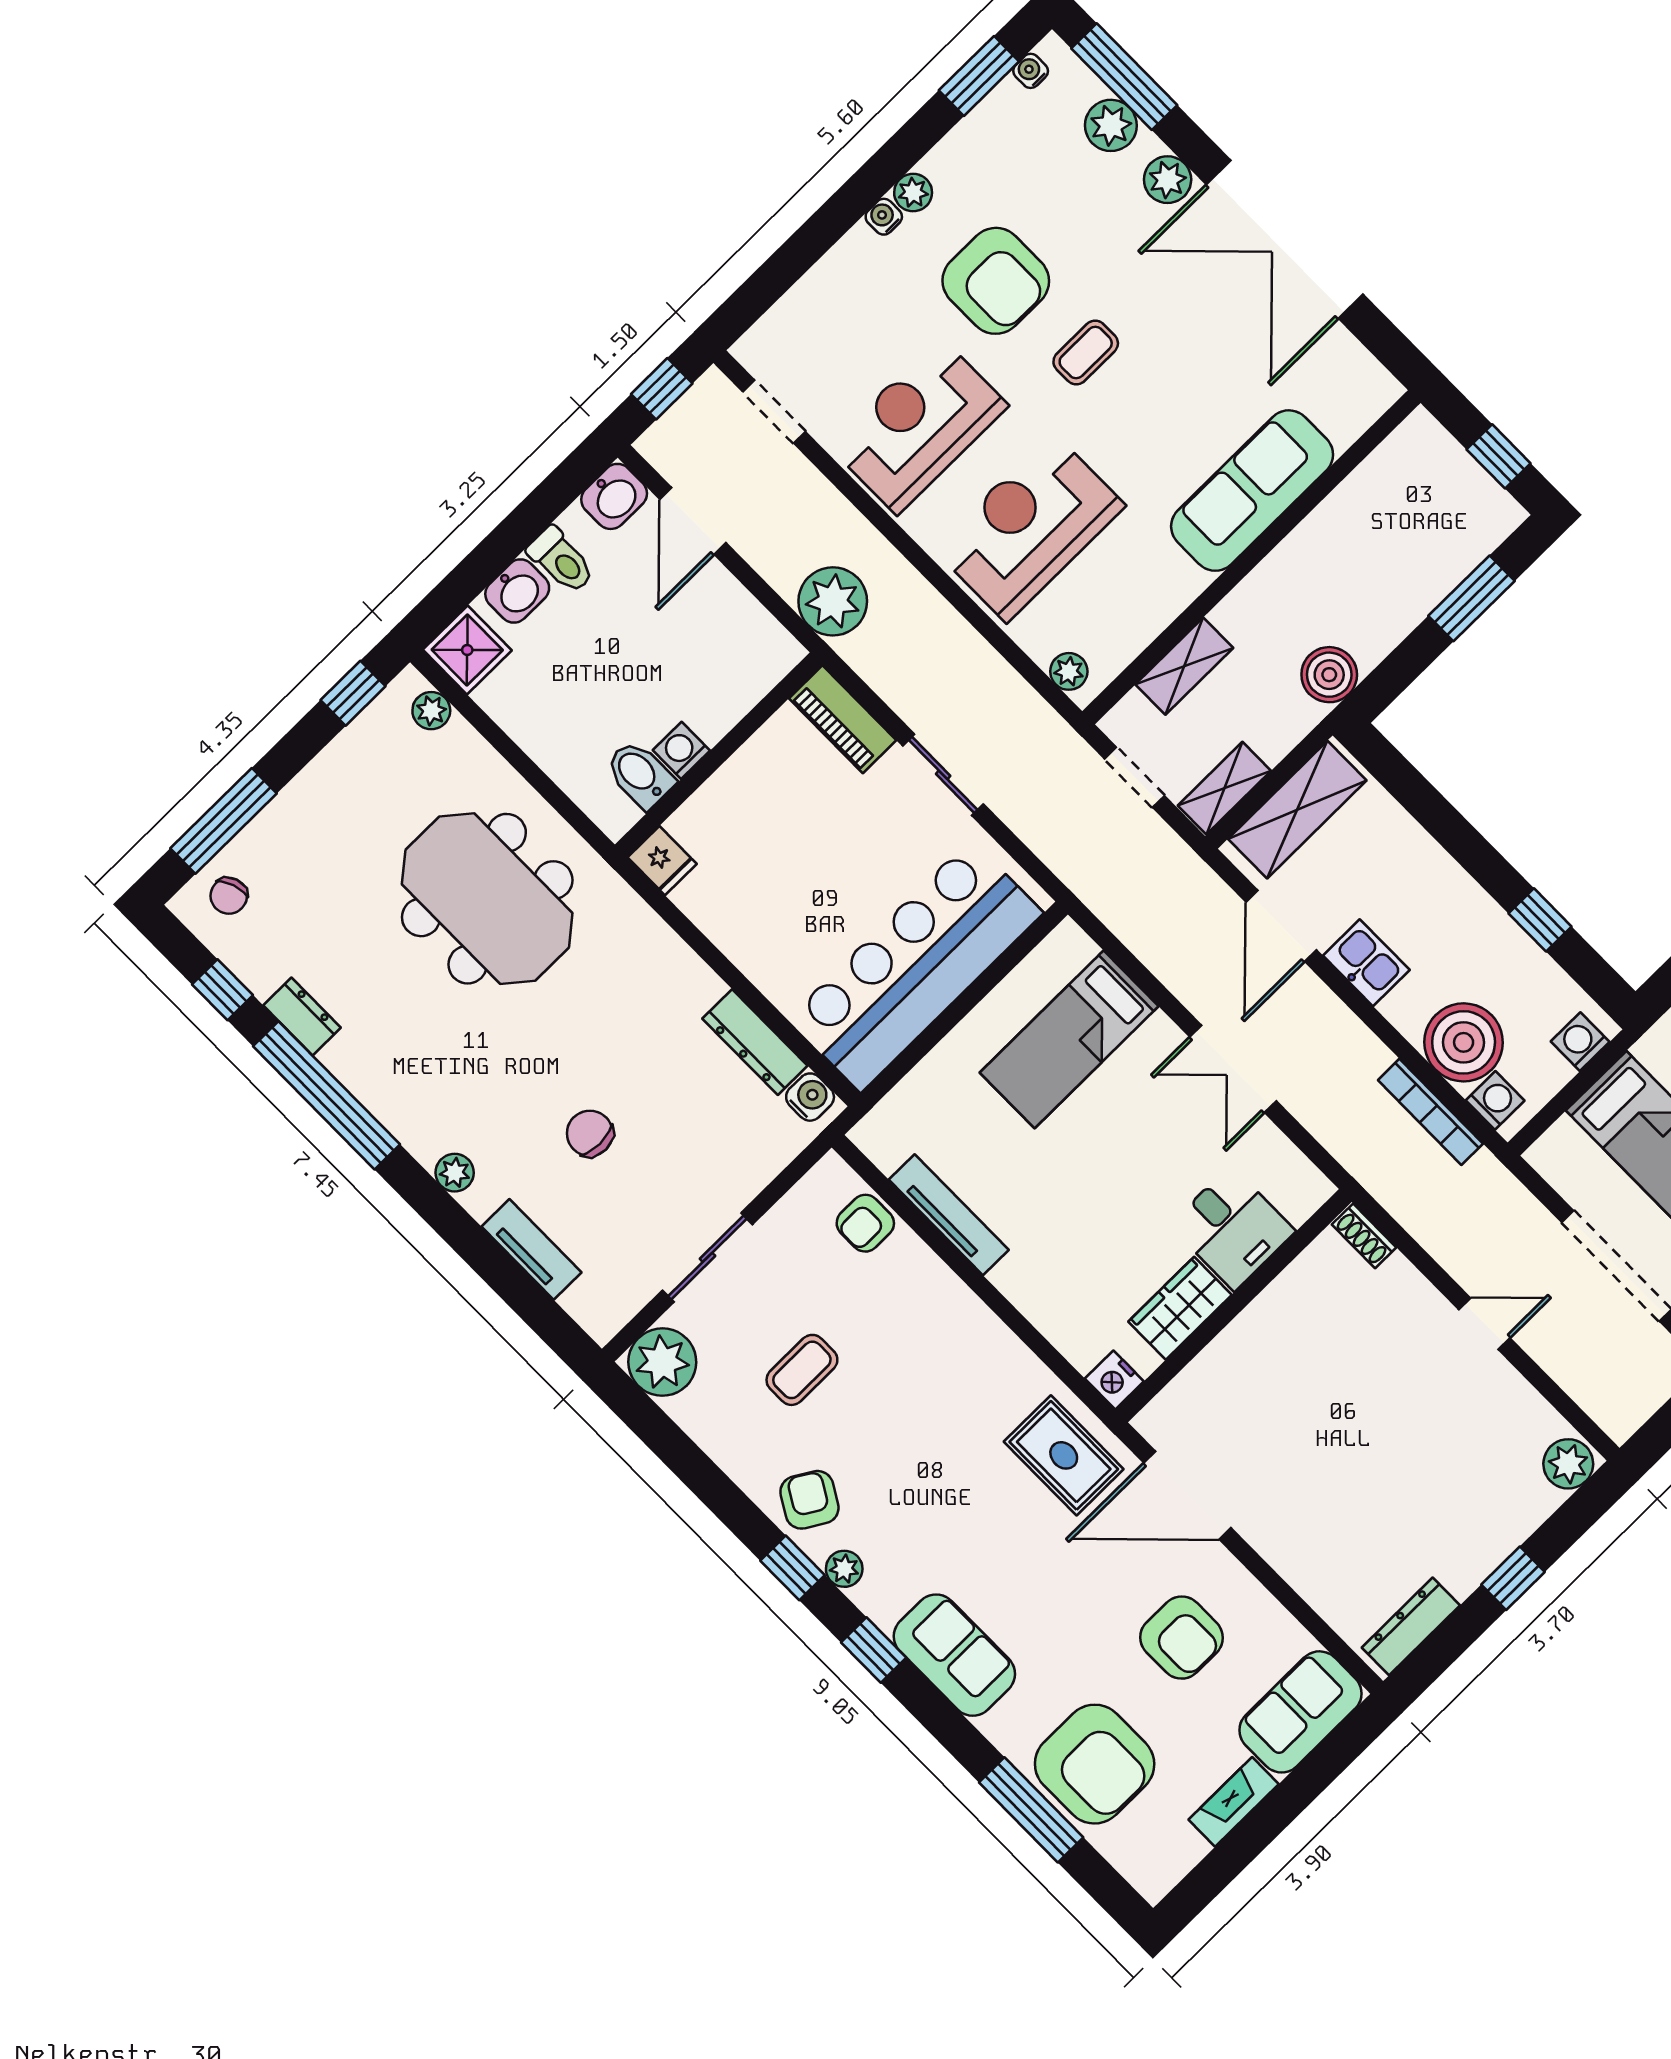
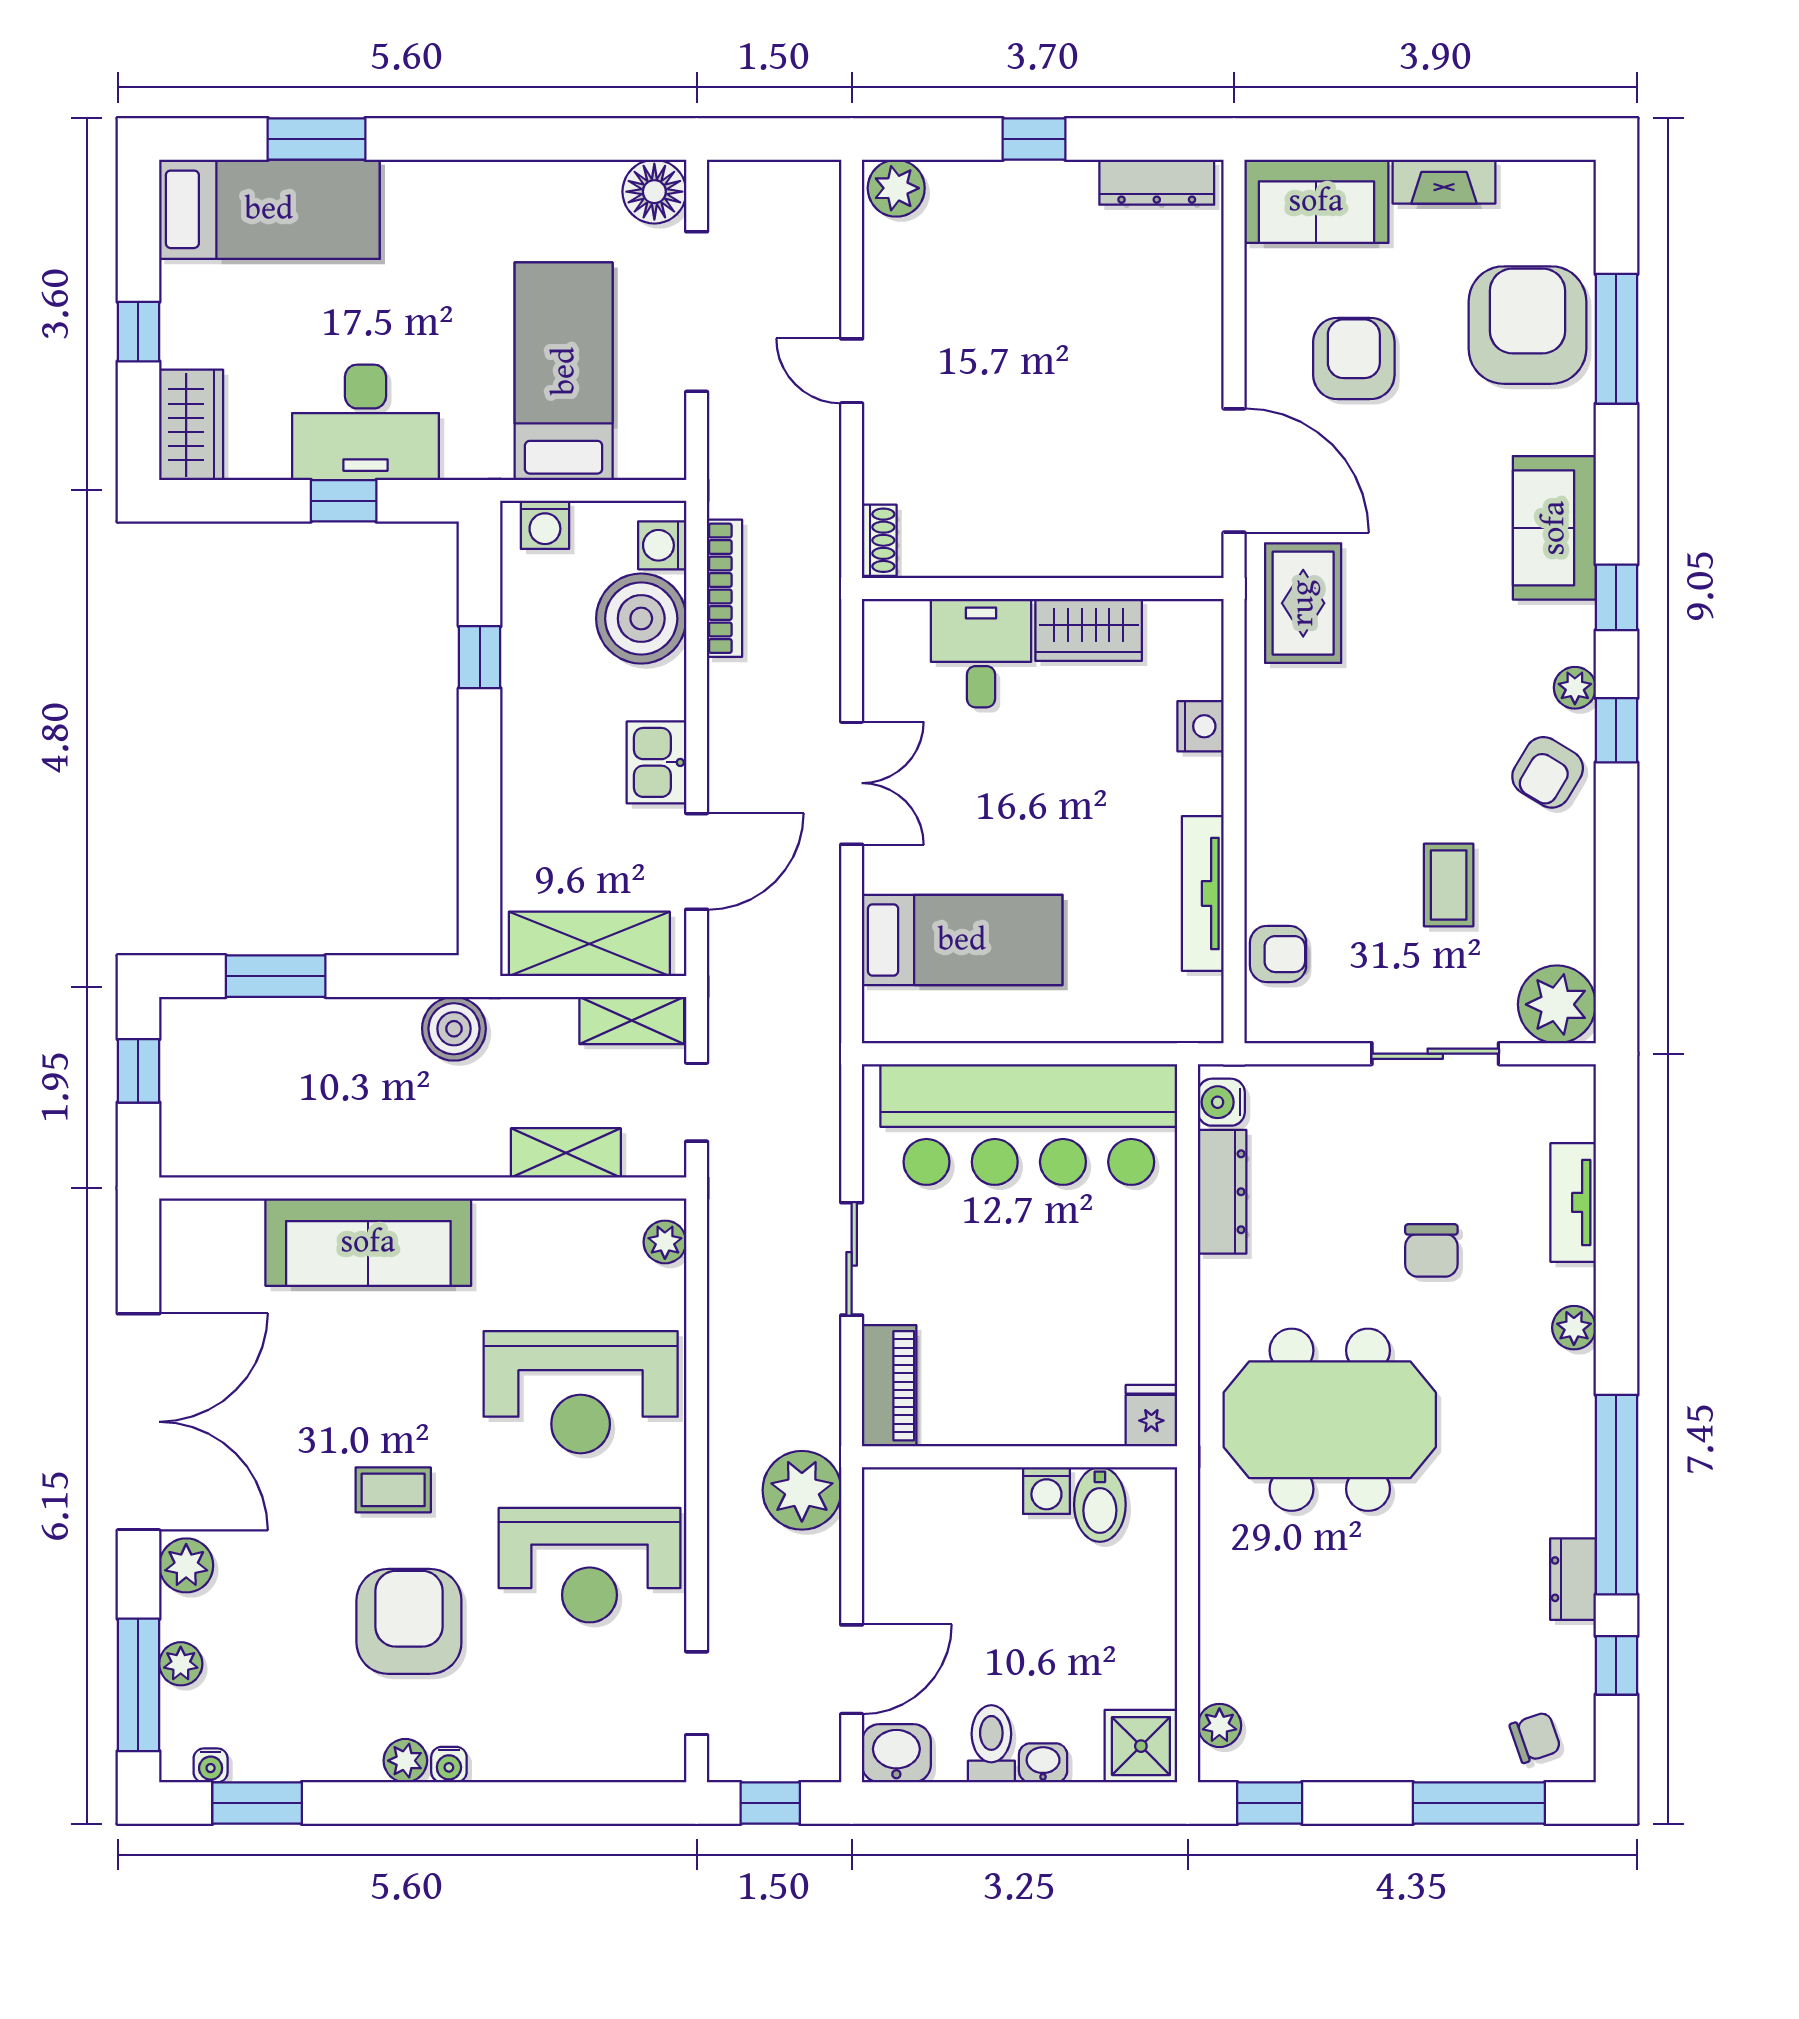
plant: (1111, 125) -> (181, 1664), width x0.73, depth x0.73
washbasin: (517, 591) -> (1043, 1763), width x0.72, depth x0.69
meeting table: (487, 899) -> (1330, 1420), moved, turned 90
coffee table: (802, 1370) -> (1449, 885), turned 90
nightstand: (1114, 1380) -> (1201, 726), moved

